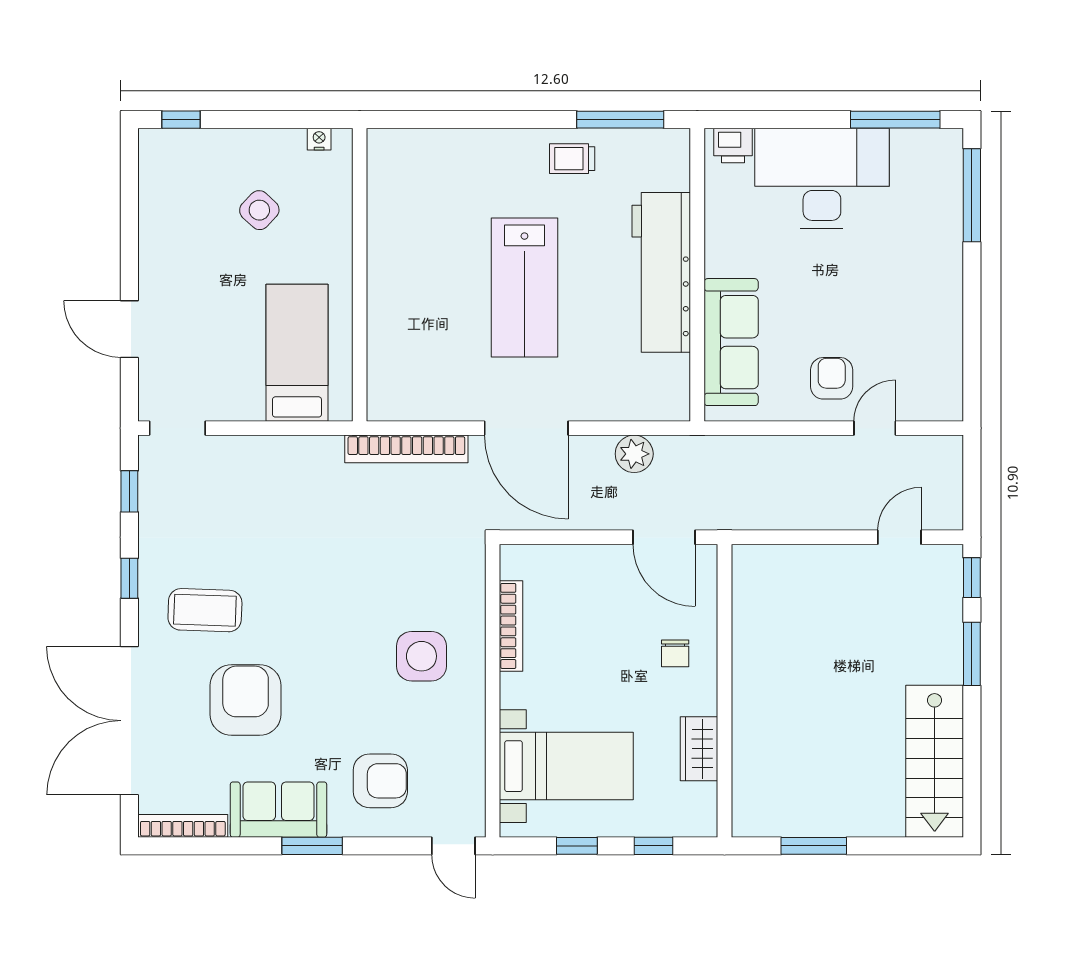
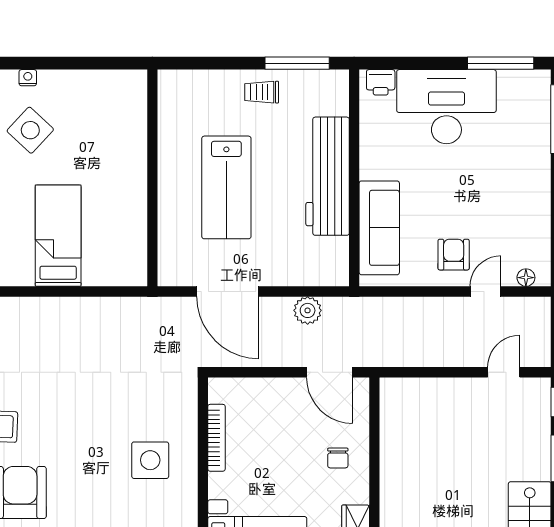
nightstand: (319, 139) -> (28, 78), moved
side table: (259, 210) -> (30, 130), width x1.37, depth x1.37
wall: (360, 275) -> (152, 178), moved
floor lamp: (929, 409) -> (526, 278), added
bookcase: (406, 449) -> (139, 307), removed

